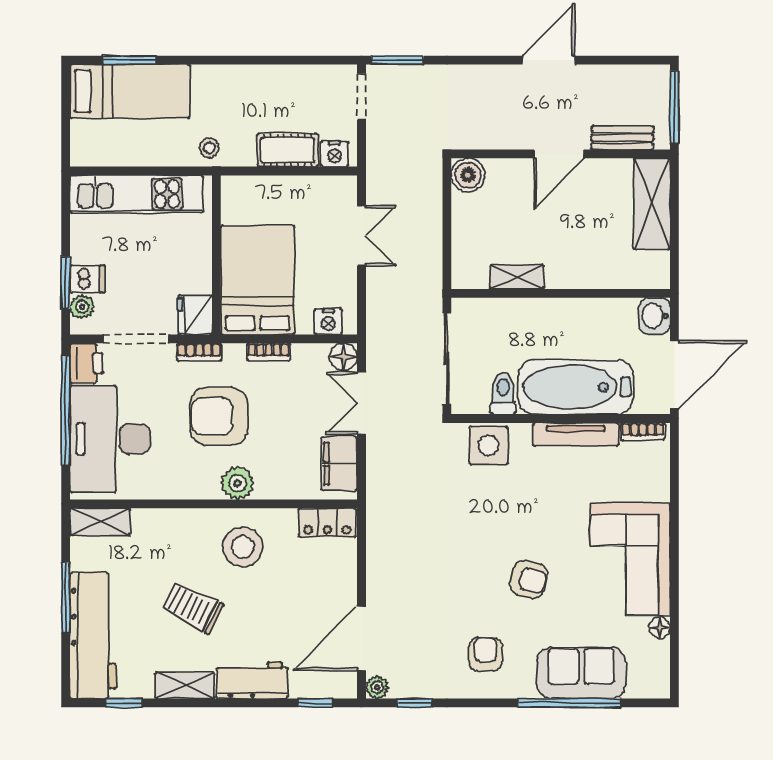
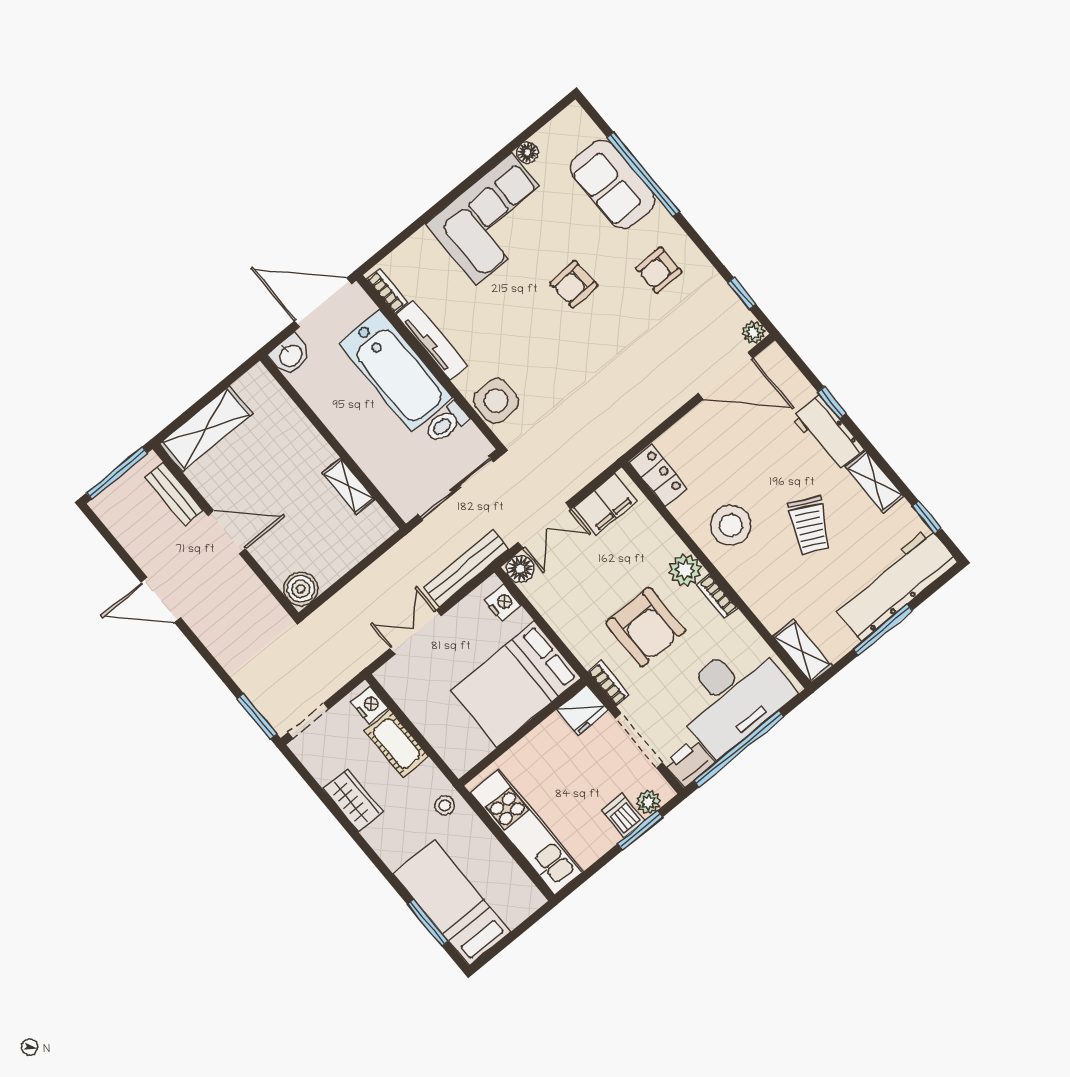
wardrobe: (272, 80) -> (353, 800), added
bench: (378, 316) -> (466, 568), added
bookcase: (268, 352) -> (717, 596), moved, turned 180
armchair: (529, 579) -> (574, 284), turned -107
window: (316, 703) -> (832, 402), moved

